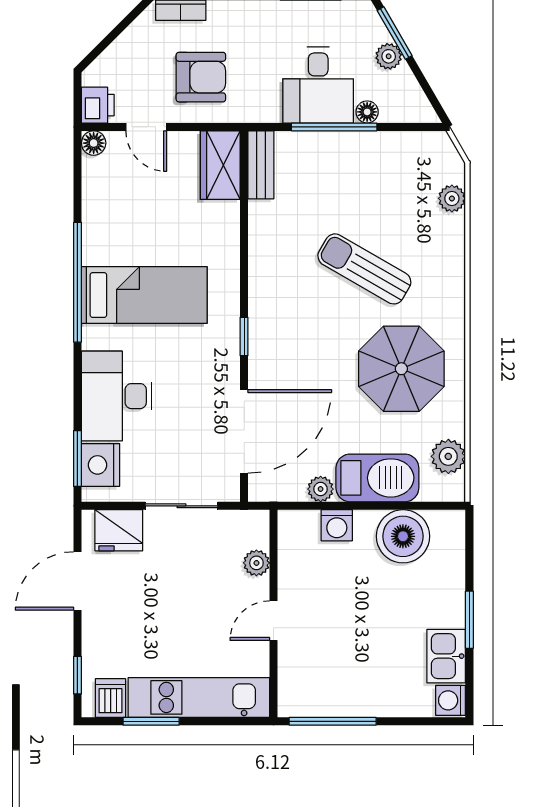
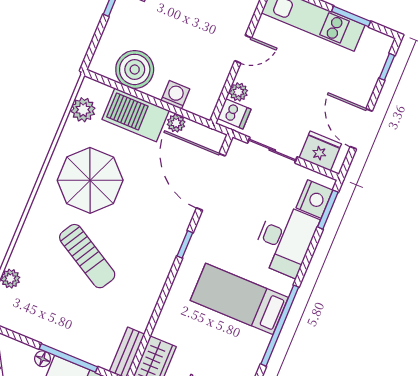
door: (244, 431) -> (211, 182), hinge flipped
door: (77, 581) -> (361, 129), swing flipped
dishwasher: (111, 698) -> (234, 114), moved, turned -90

